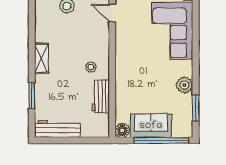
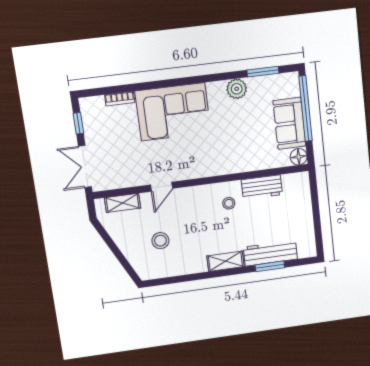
workbench: (57, 129) -> (270, 253), moved, turned 90

